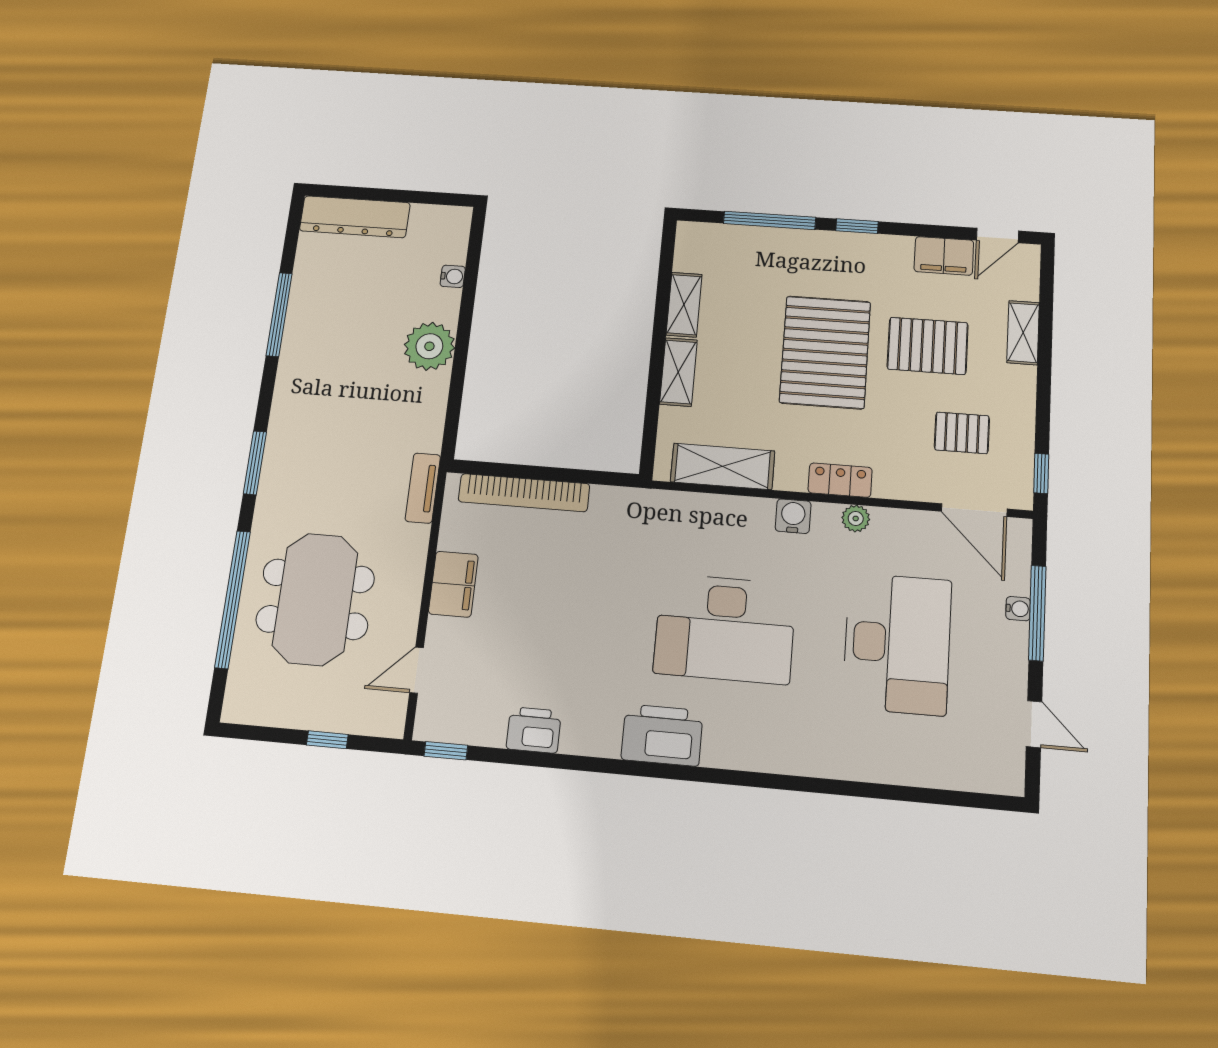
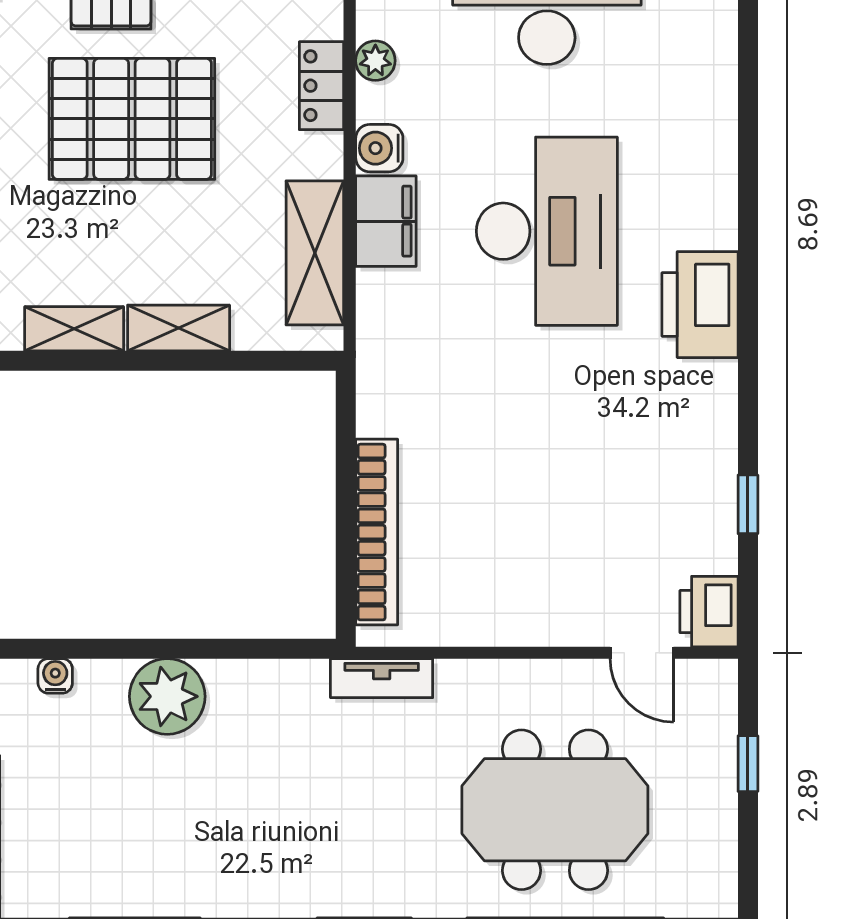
filing cabinet: (453, 584) -> (386, 221), moved, turned 90
printer: (534, 730) -> (709, 612), moved
window: (446, 751) -> (748, 504), moved

